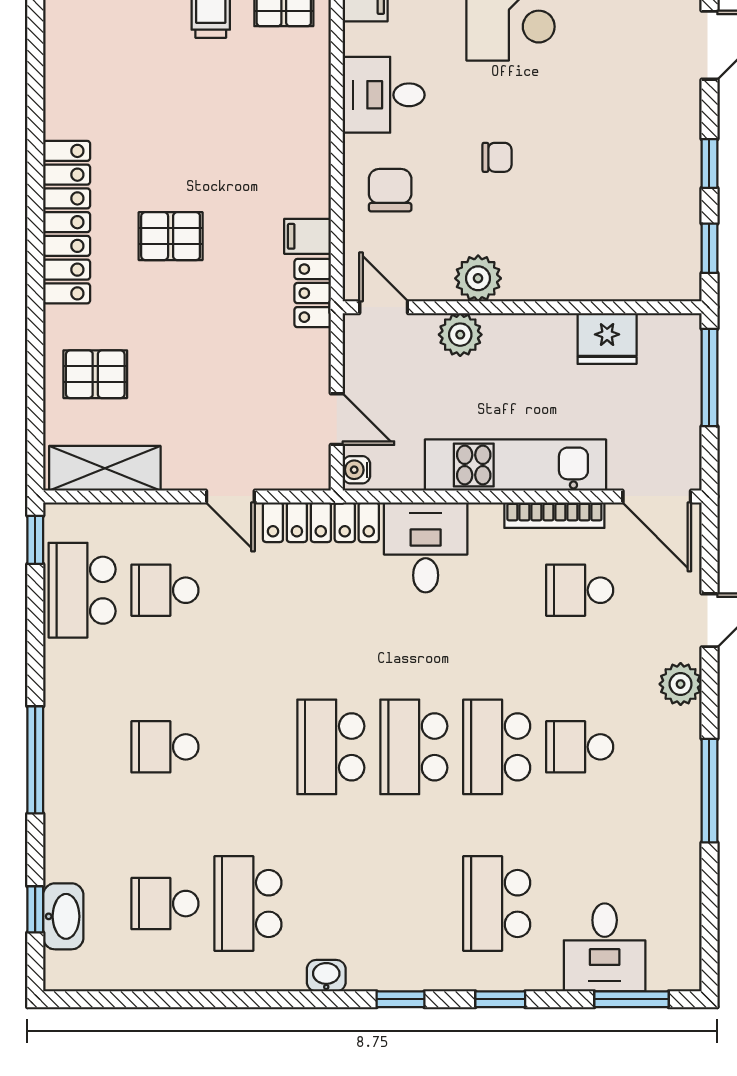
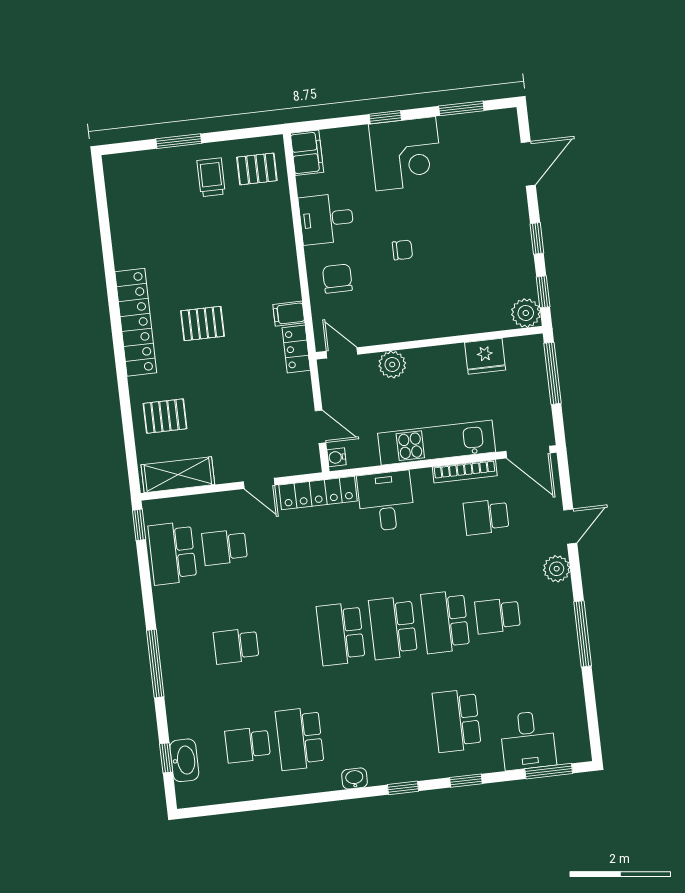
plant: (478, 278) -> (526, 313), moved

